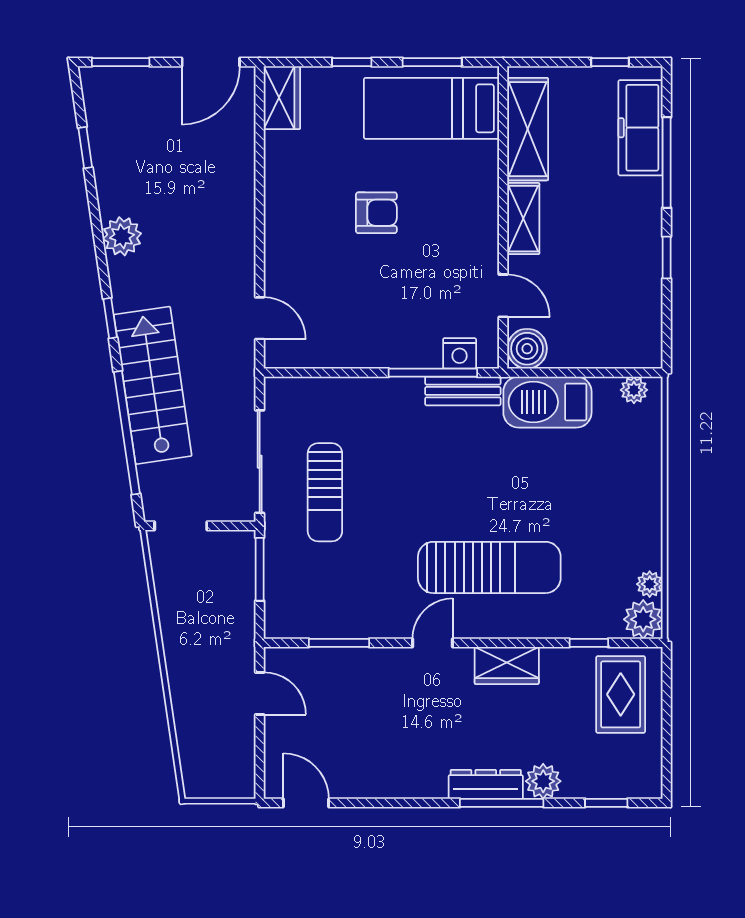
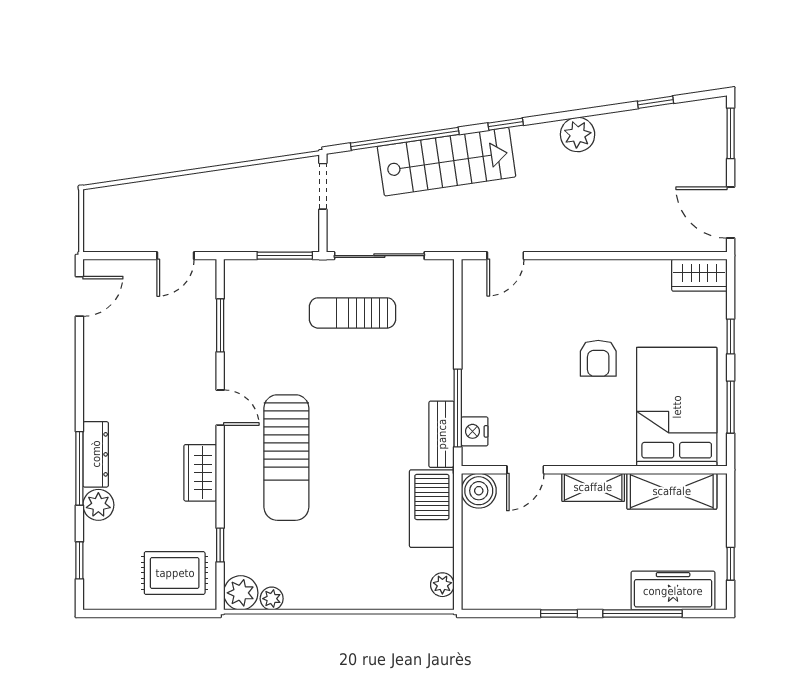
bed: (432, 108) -> (677, 407), width x1.50

